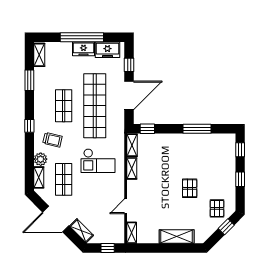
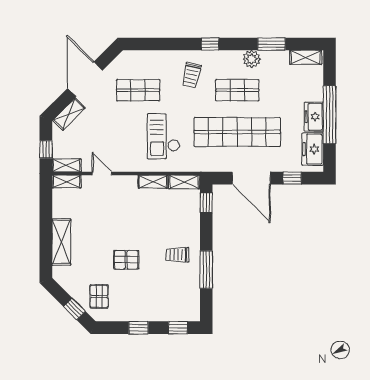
trolley: (186, 150) -> (177, 255), added
plant: (41, 159) -> (252, 59), moved
shelving: (39, 177) -> (67, 165), moved
pallet: (217, 208) -> (99, 296), turned 90

